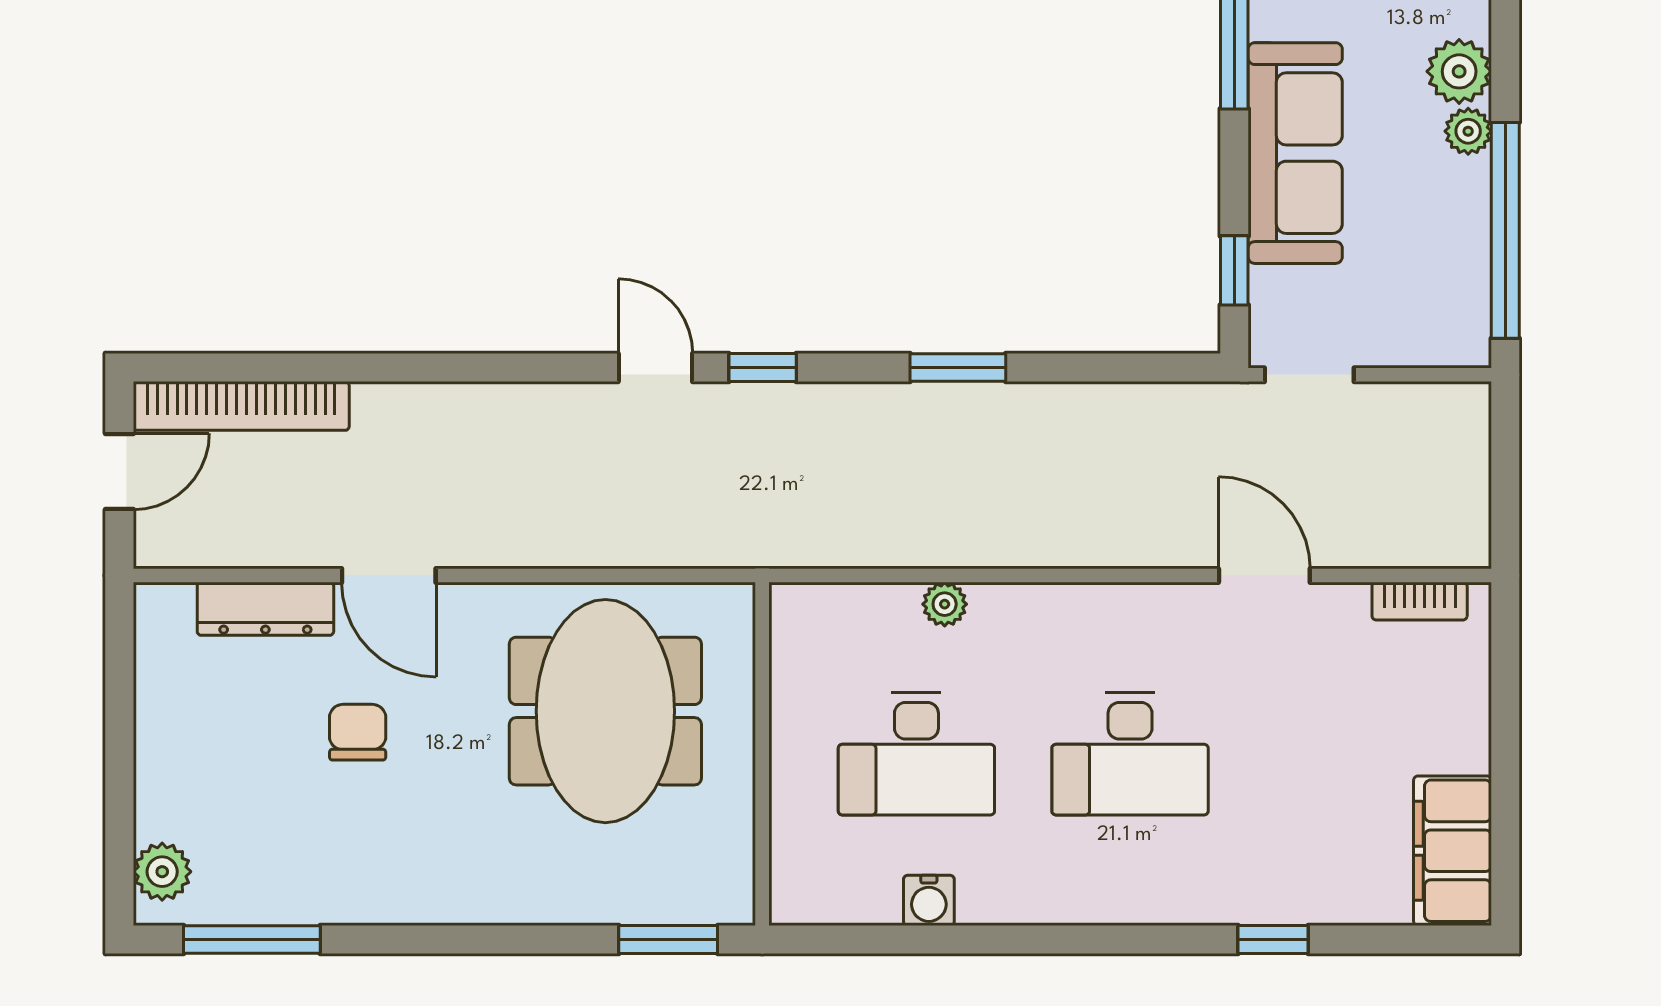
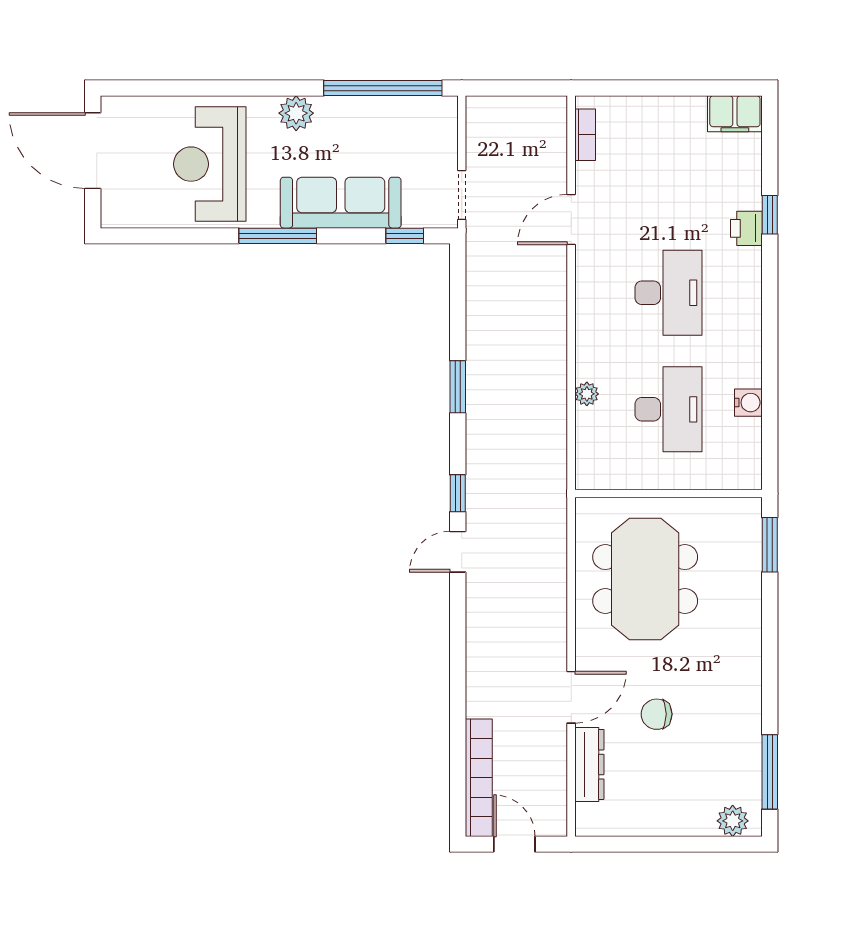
plant: (1468, 131) -> (329, 108), removed
meeting table: (605, 711) -> (645, 579), turned 90
filing cabinet: (1453, 851) -> (735, 114), width x0.67, depth x0.86
printer: (1248, 897) -> (746, 228), added

